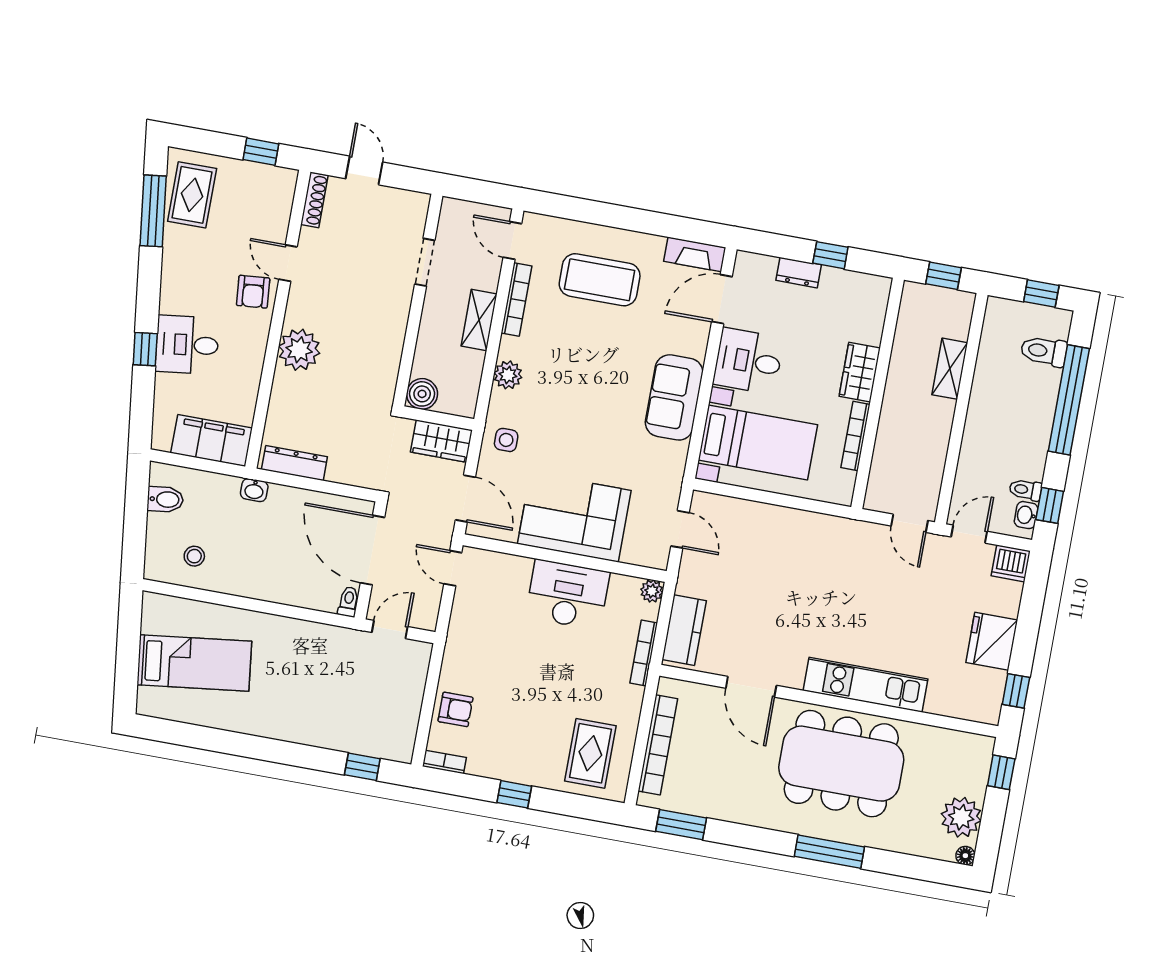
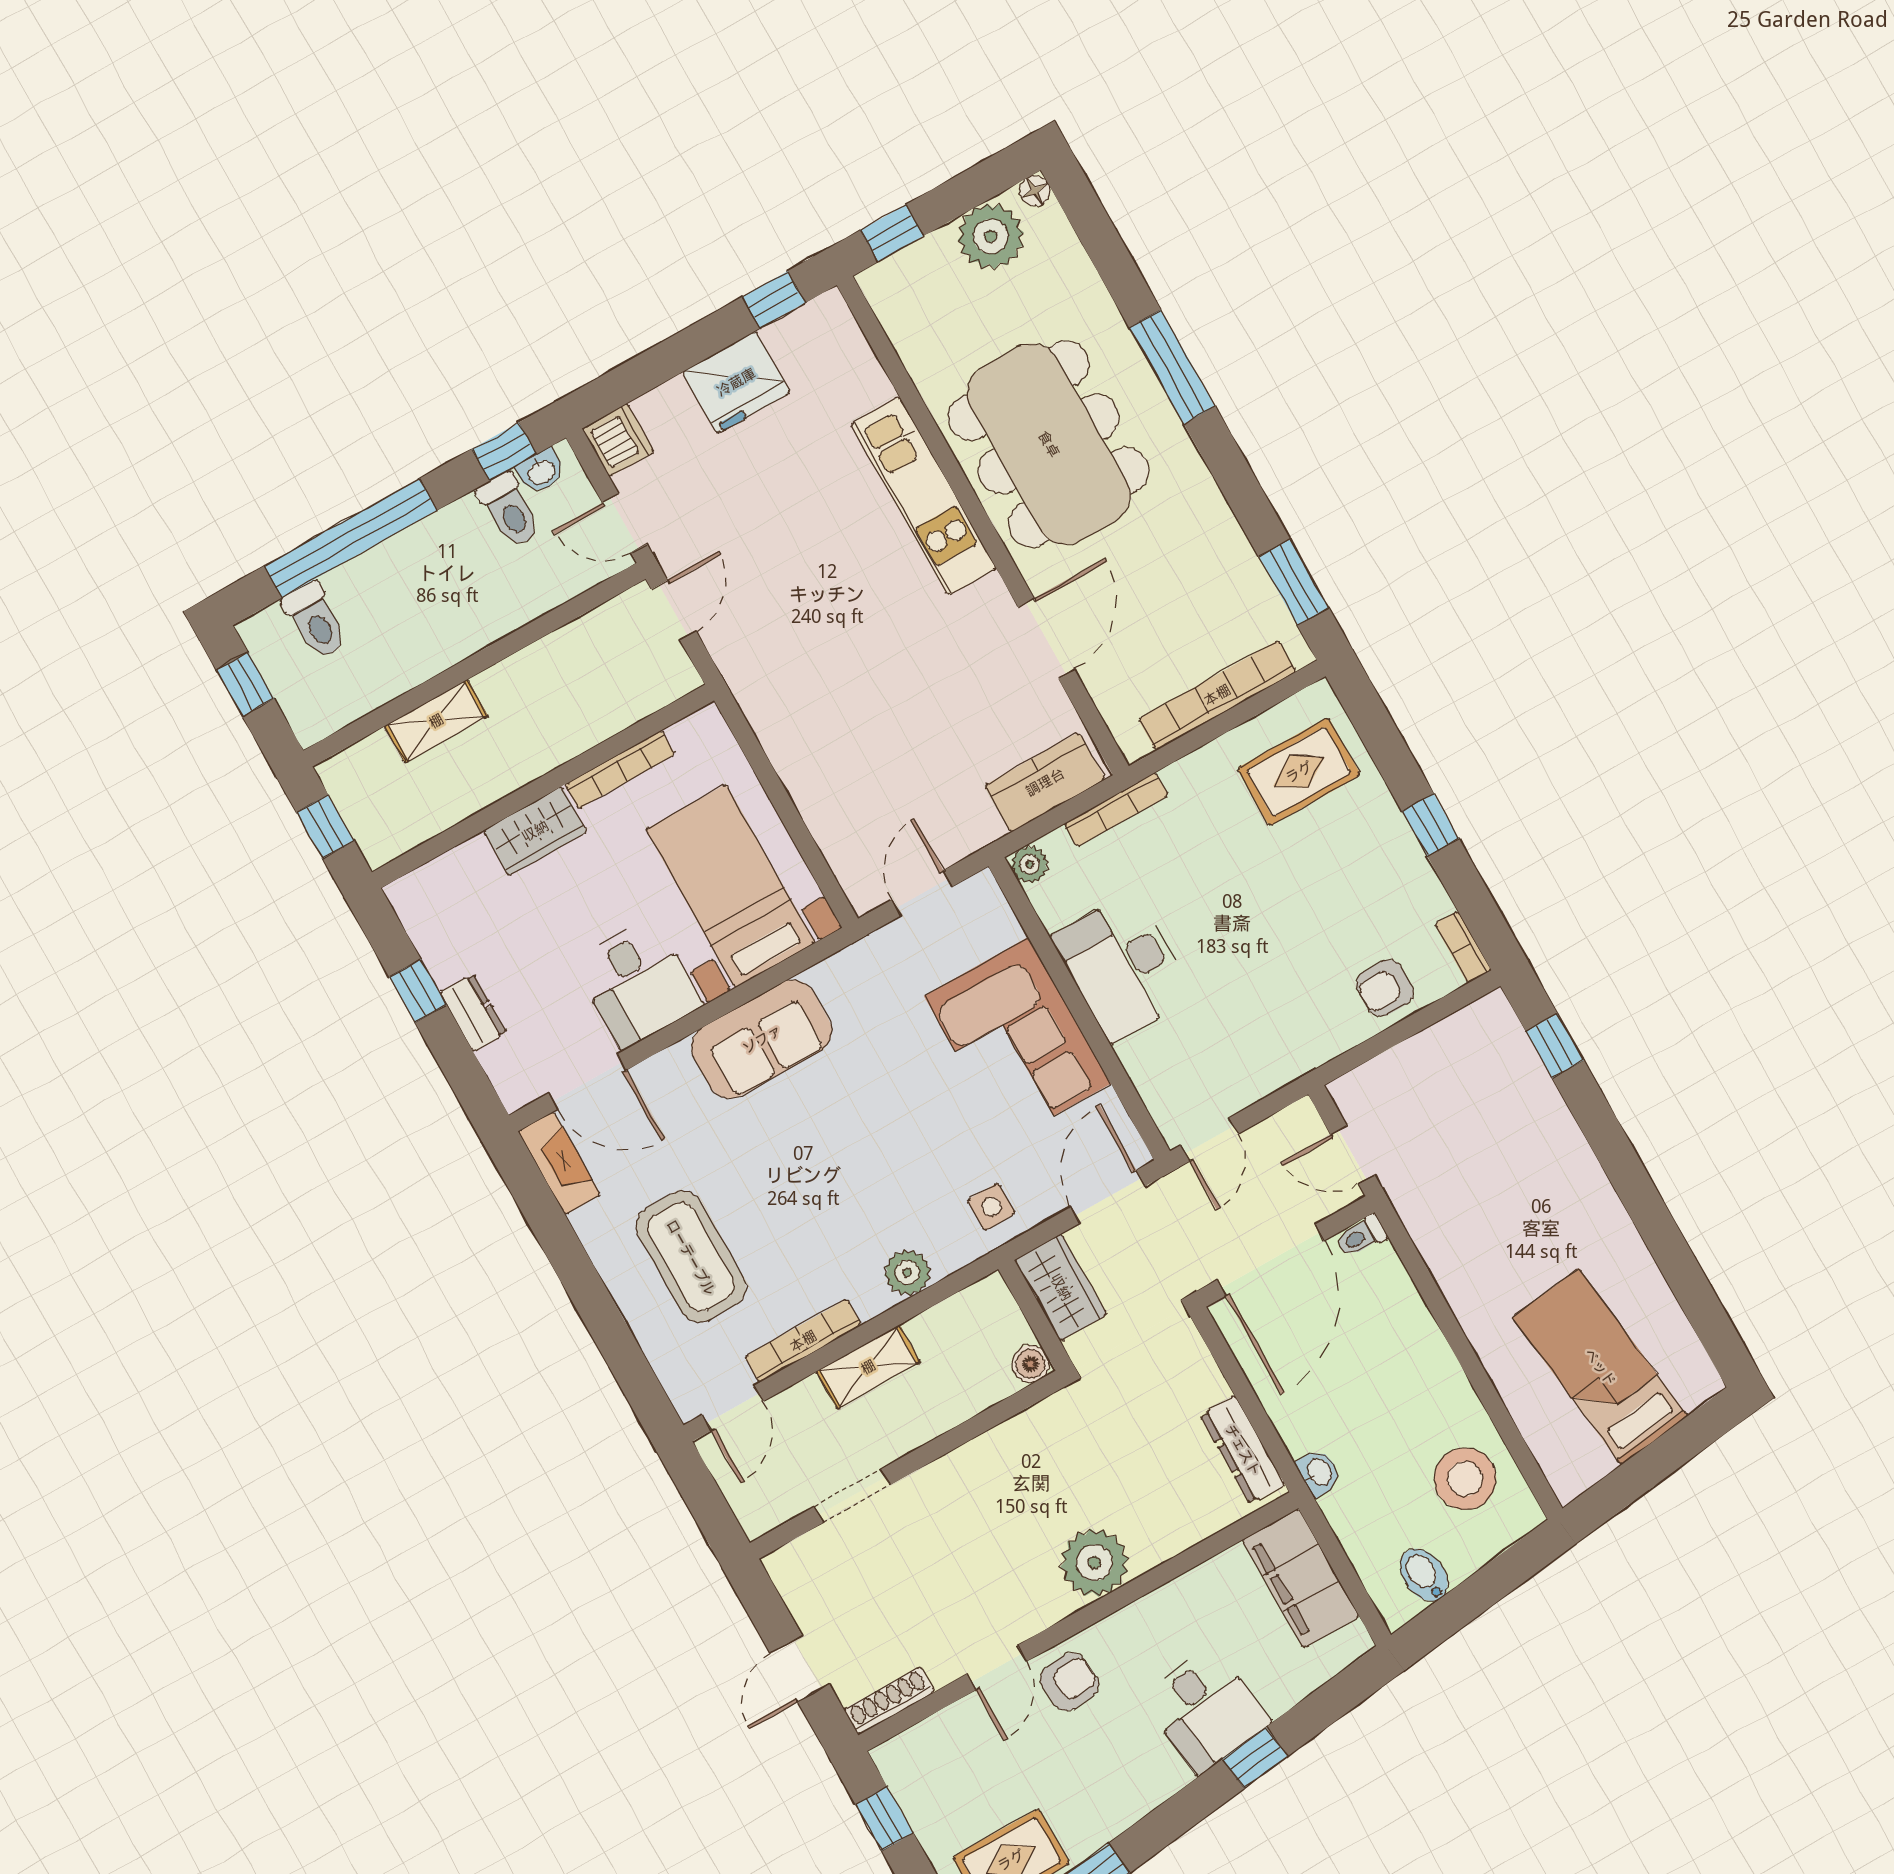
boiler: (422, 394) -> (1031, 1364), width x0.73, depth x0.73
toilet: (1025, 490) -> (509, 510), width x1.37, depth x1.39
stool: (194, 556) -> (1465, 1479), width x1.89, depth x1.89
armchair: (456, 709) -> (1385, 988), turned -90

